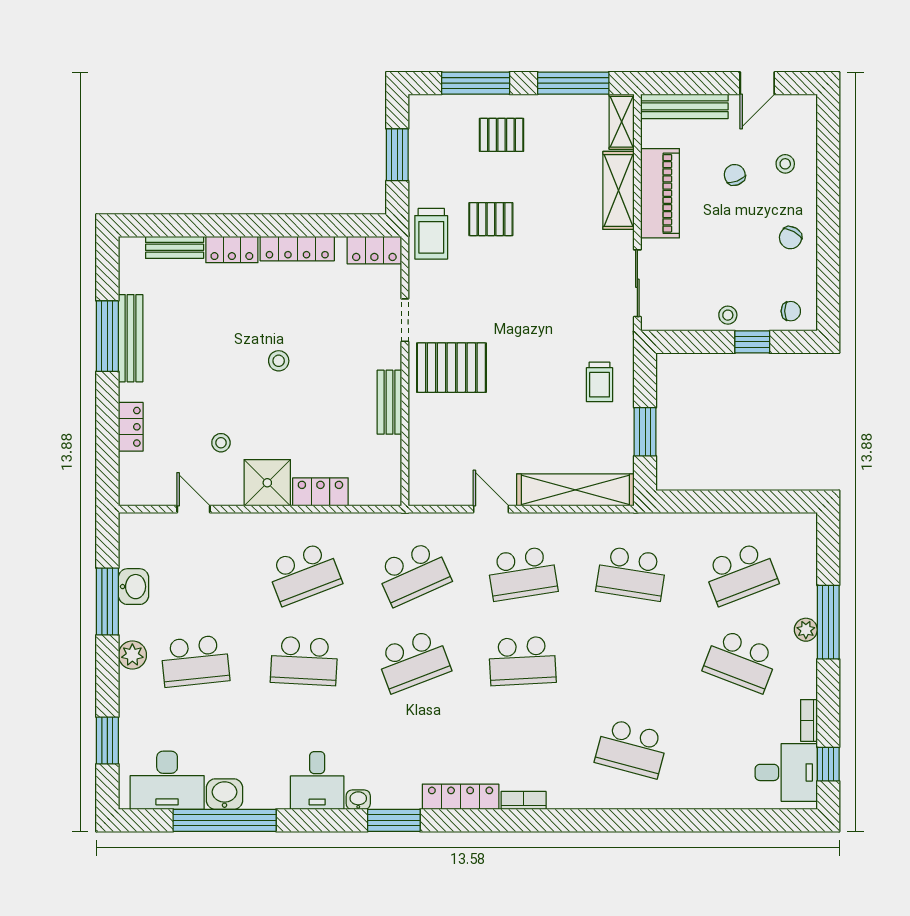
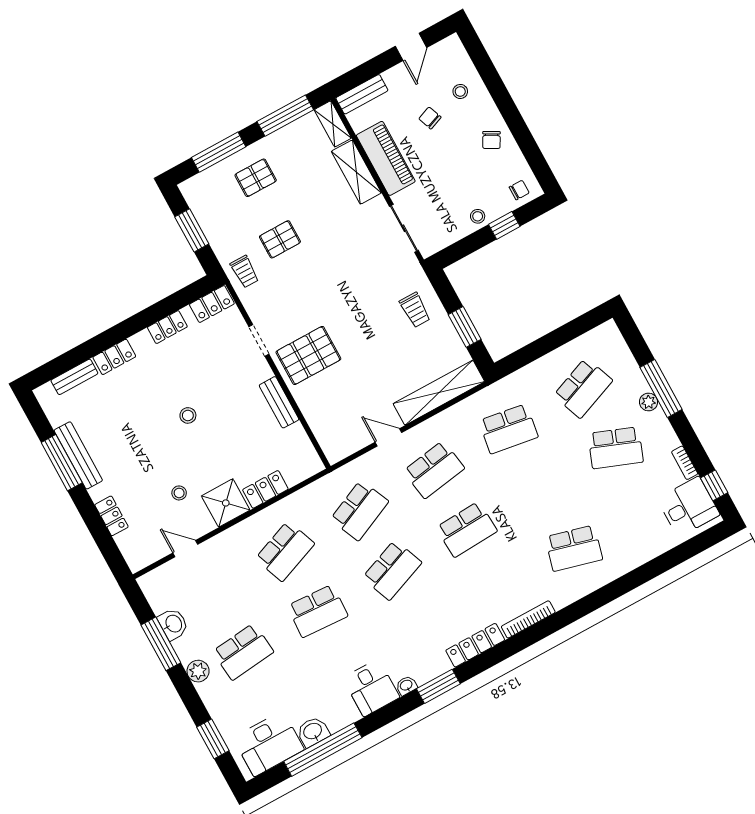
bench: (684, 106) -> (362, 94), width x0.73
trolley: (431, 234) -> (245, 272), width x0.73, depth x0.72
locker: (297, 249) -> (167, 327), width x0.66
bookcase: (524, 800) -> (528, 619), width x1.56

